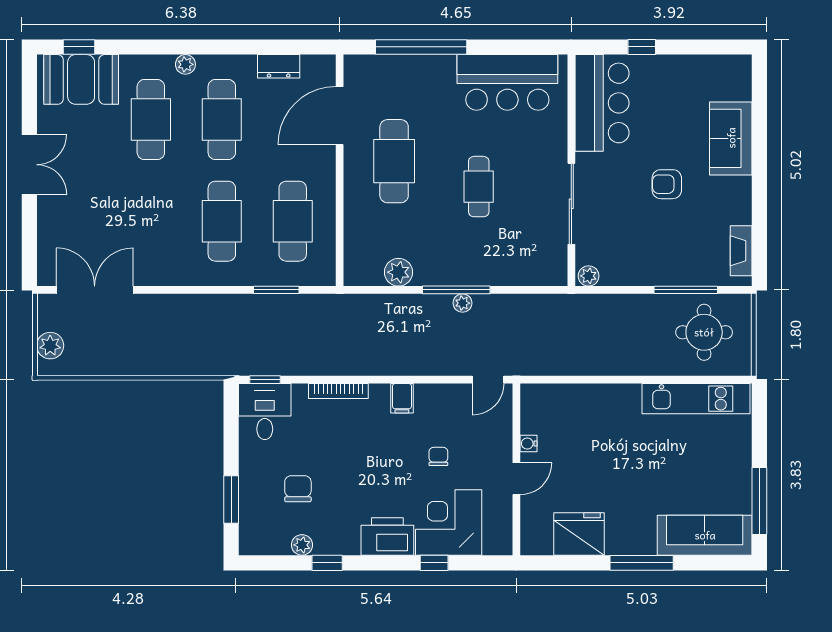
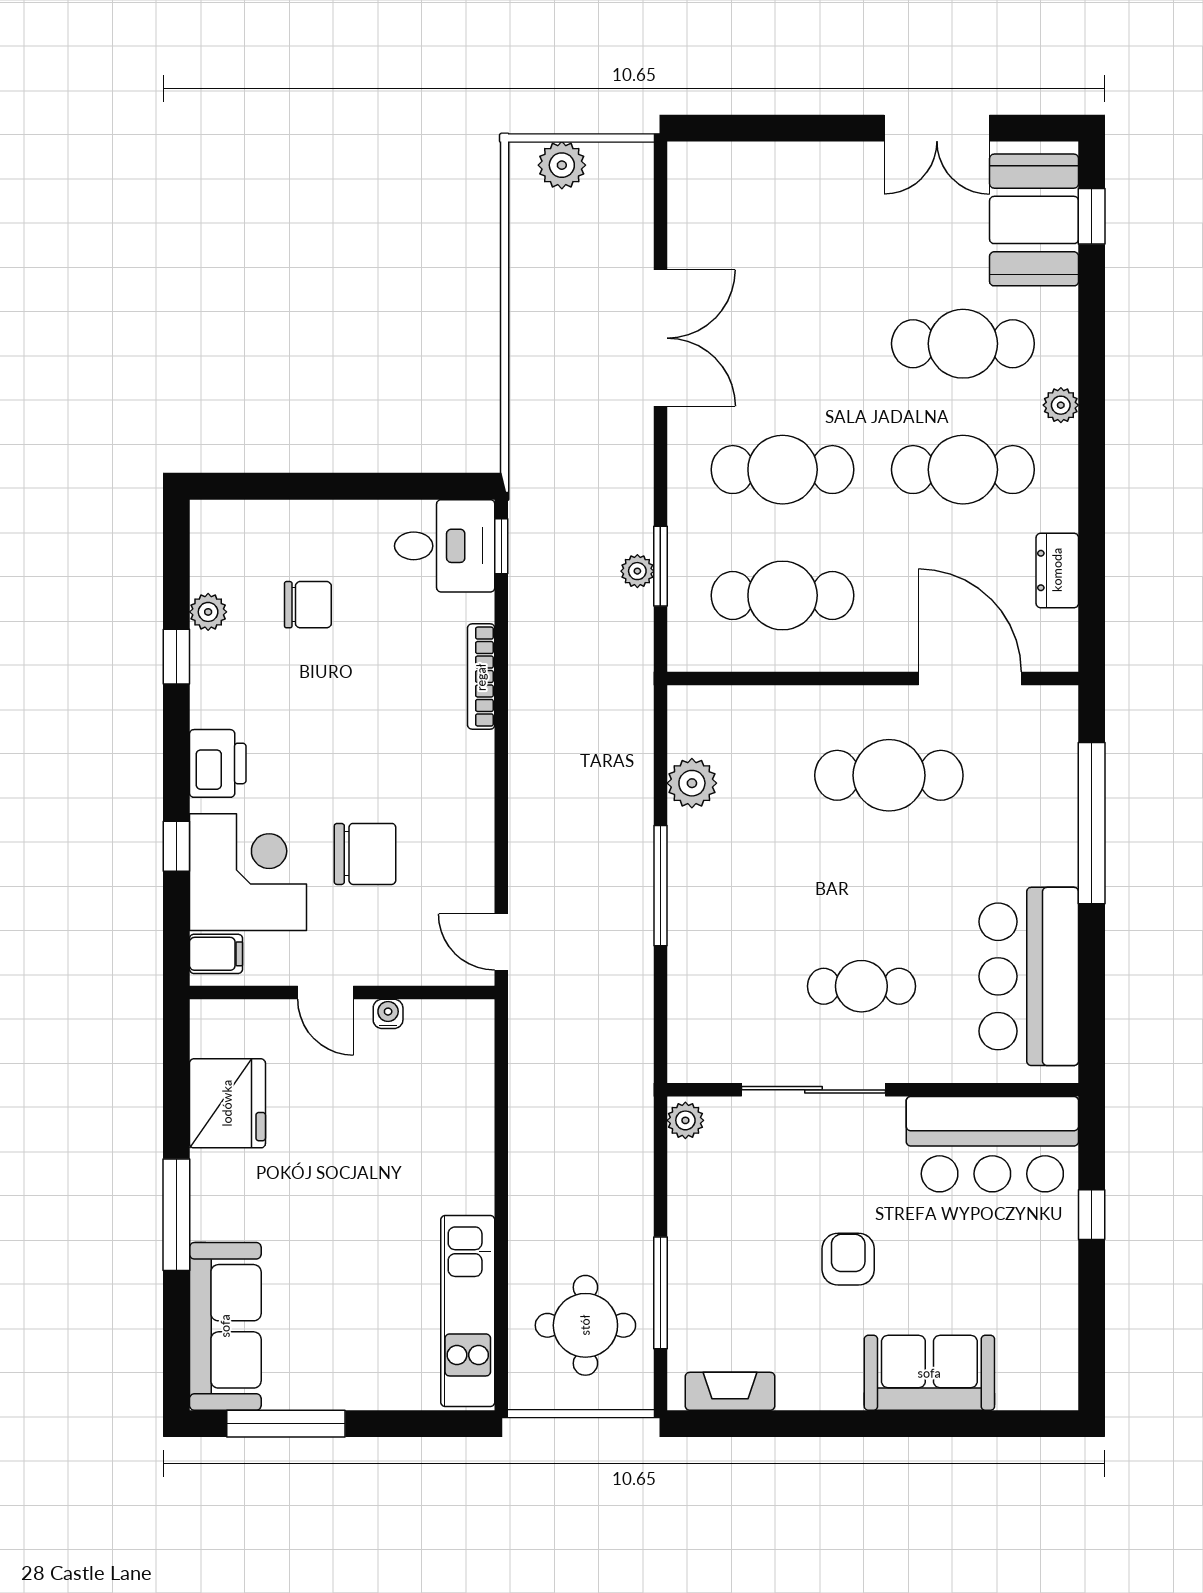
double door: (29, 165) -> (937, 128), moved
cafe table: (479, 187) -> (861, 986), moved
double door: (95, 290) -> (660, 338), moved
plant: (462, 303) -> (637, 571), moved
filing cabinet: (402, 398) -> (216, 954), moved, turned 180
chair: (438, 456) -> (365, 854), width x1.87, depth x1.87
window: (231, 499) -> (289, 486), removed
printer: (387, 536) -> (218, 763), width x0.73, depth x0.84

